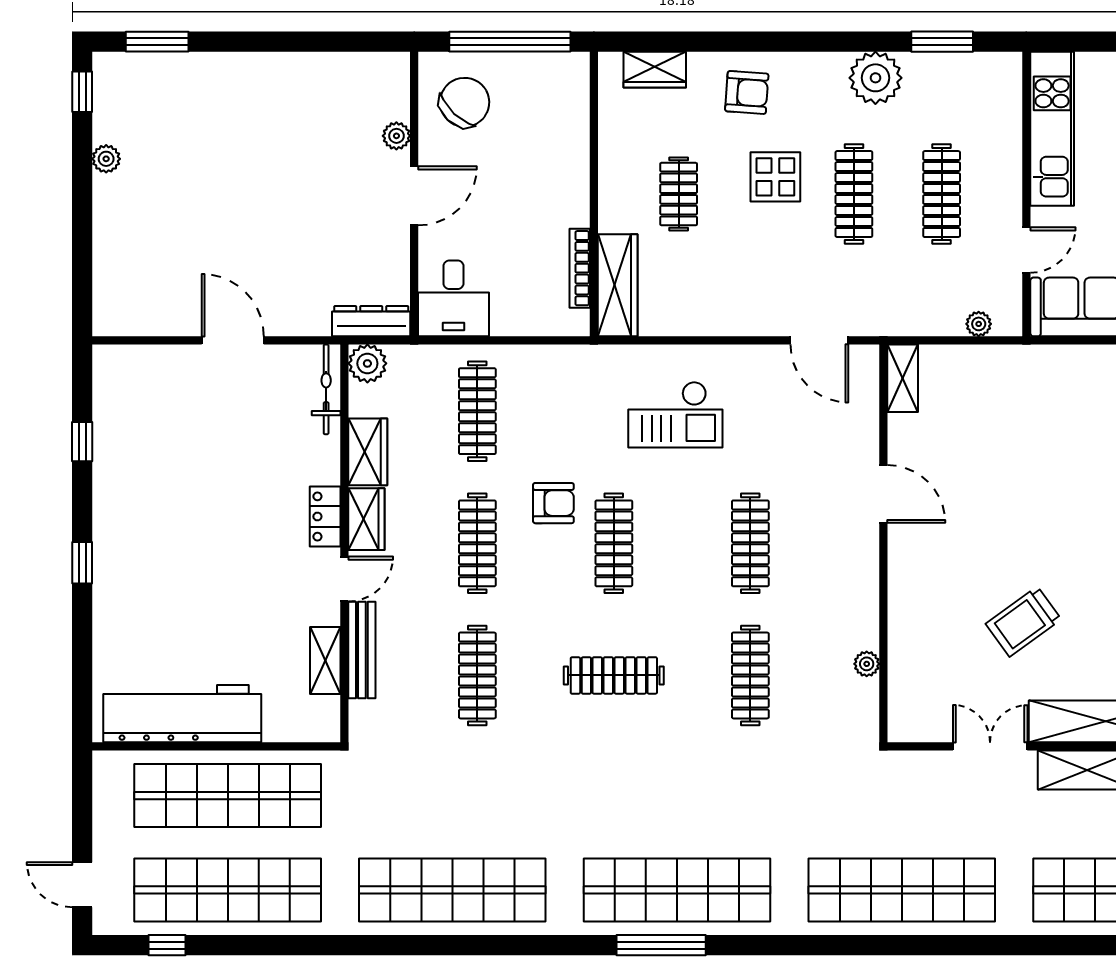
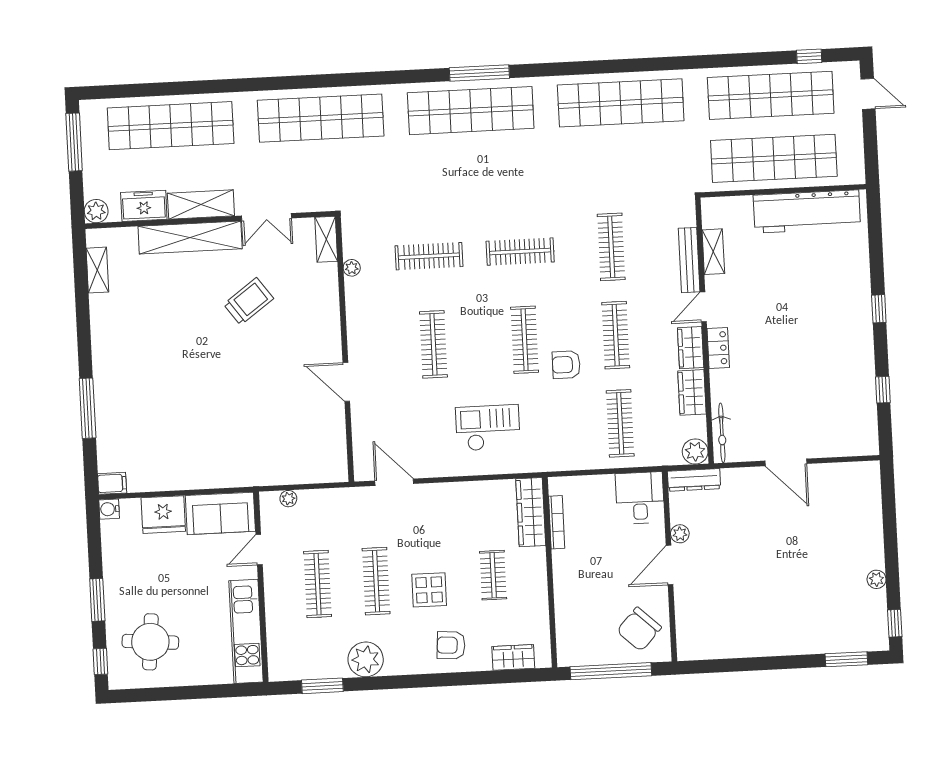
plant: (396, 136) -> (680, 534), moved
shelving: (903, 378) -> (326, 239), moved
clothes rail: (750, 675) -> (429, 256), turned 90

